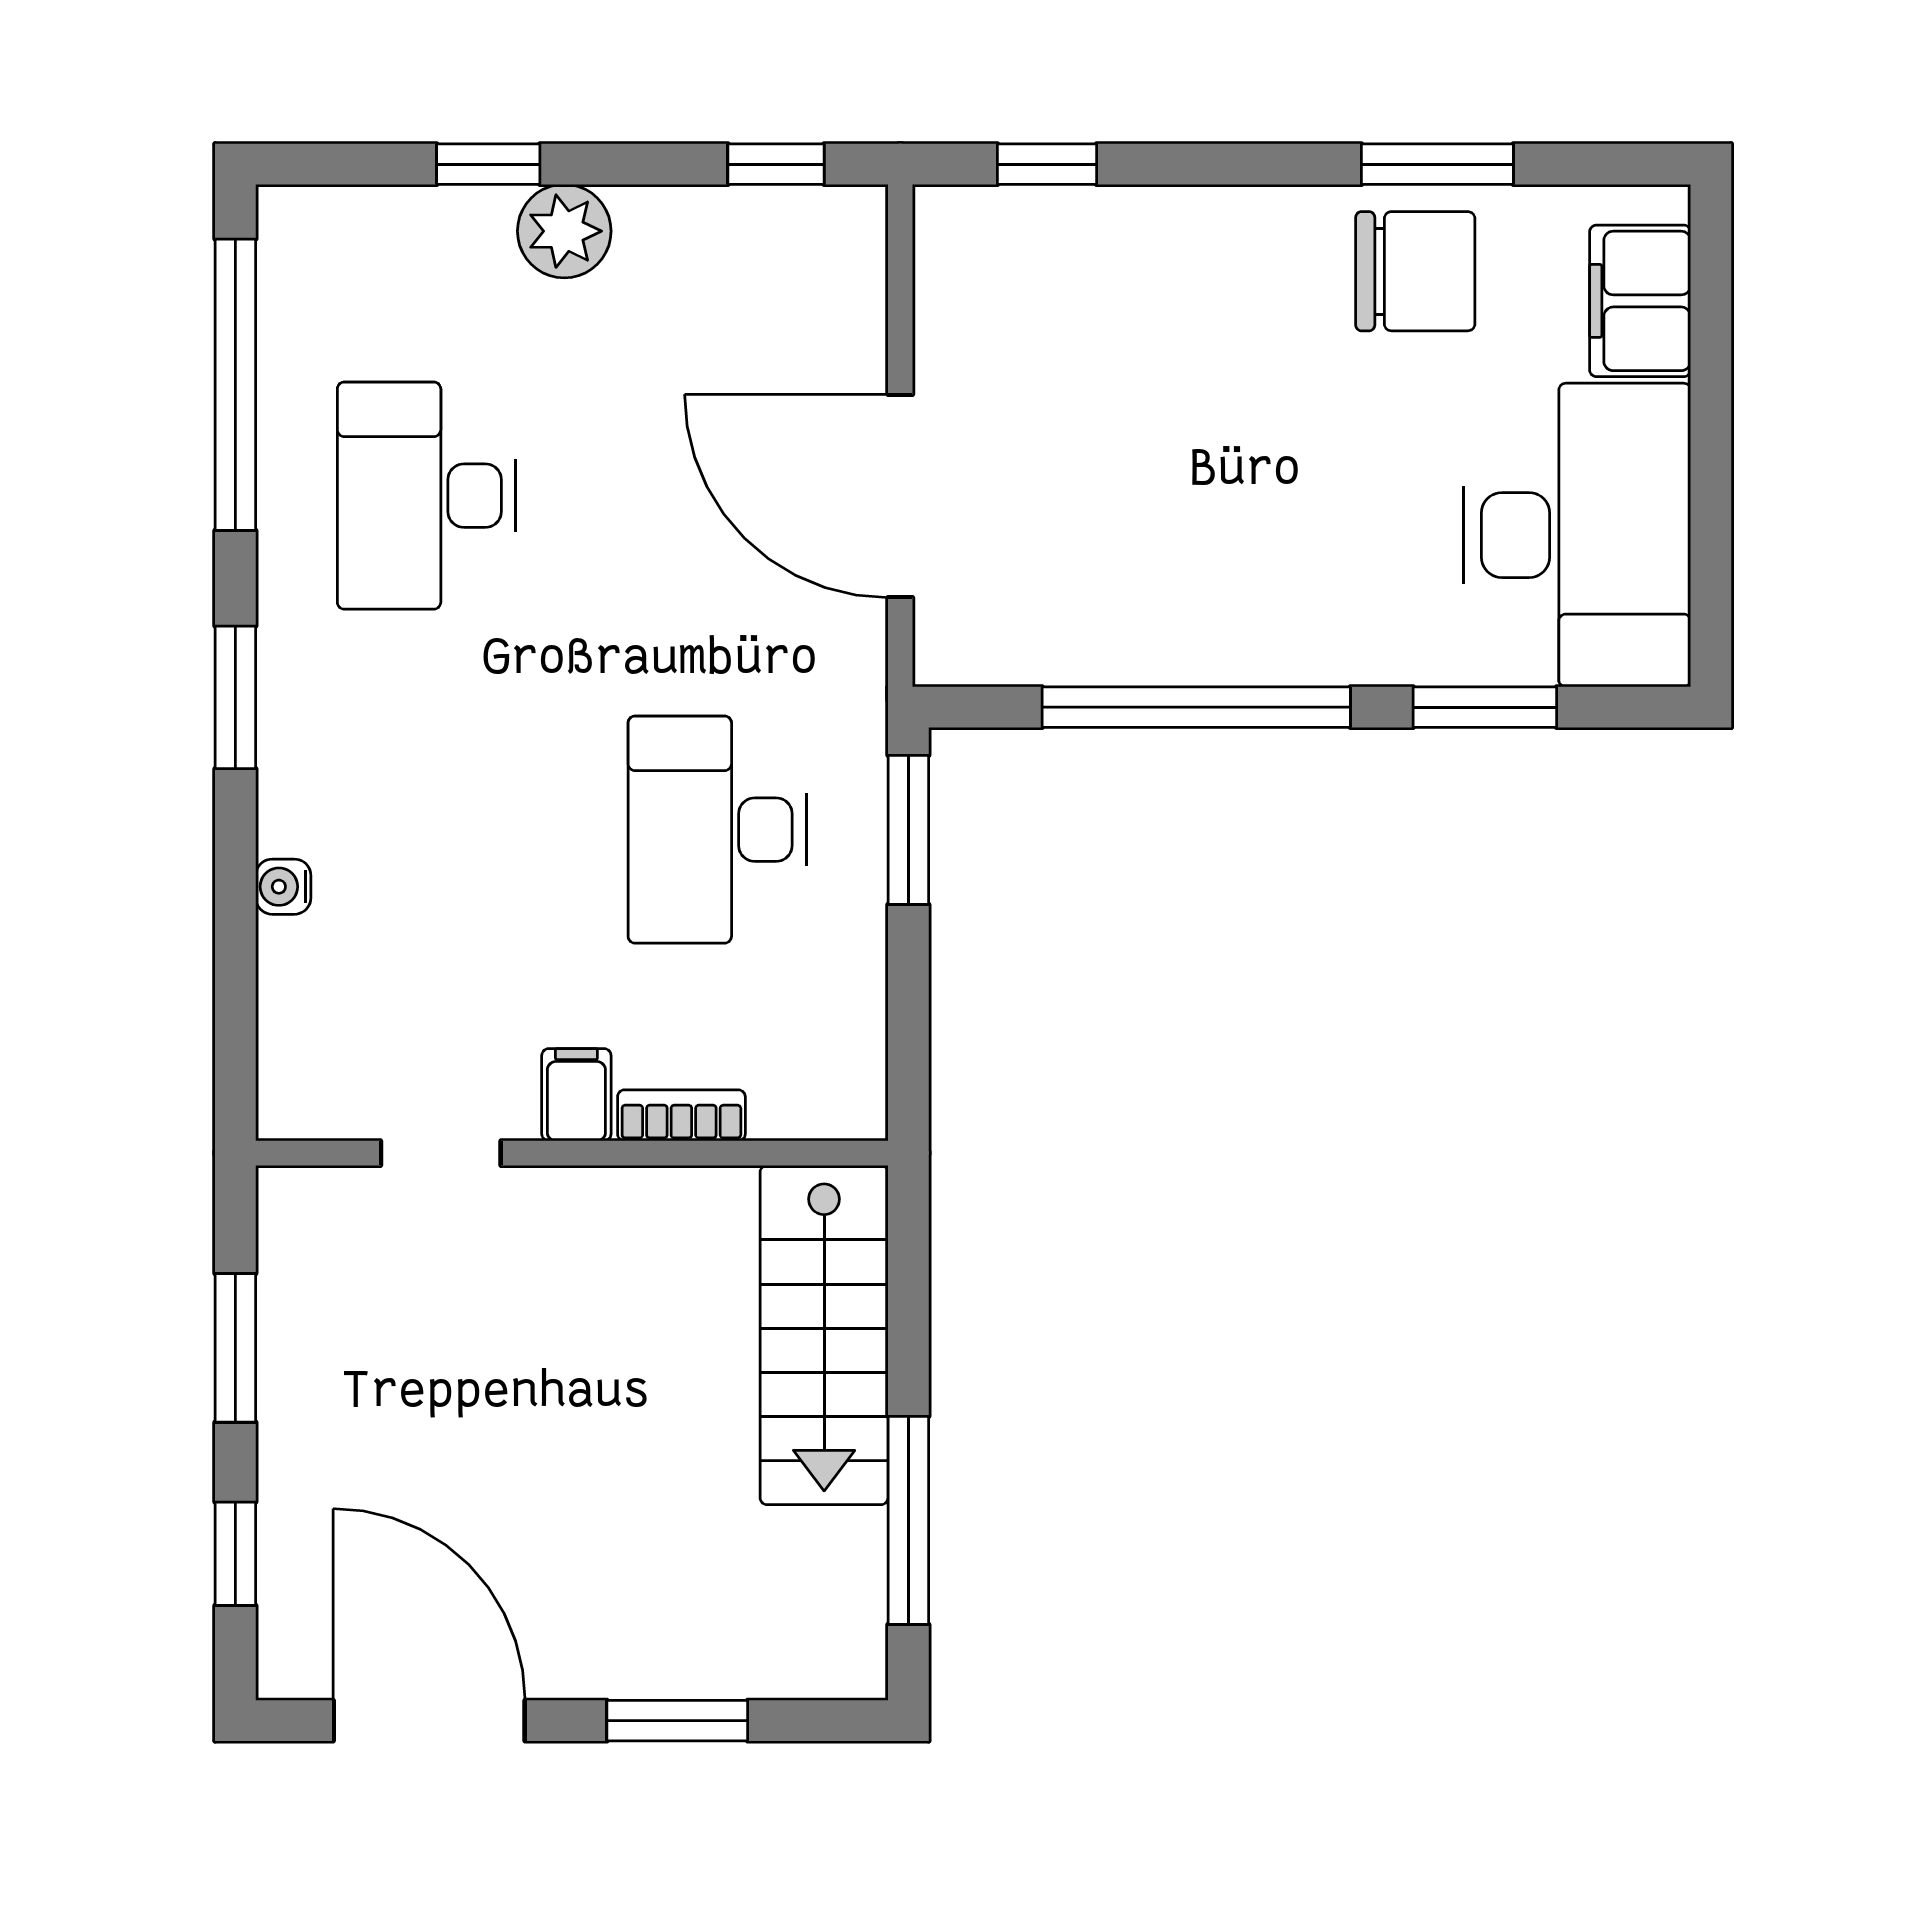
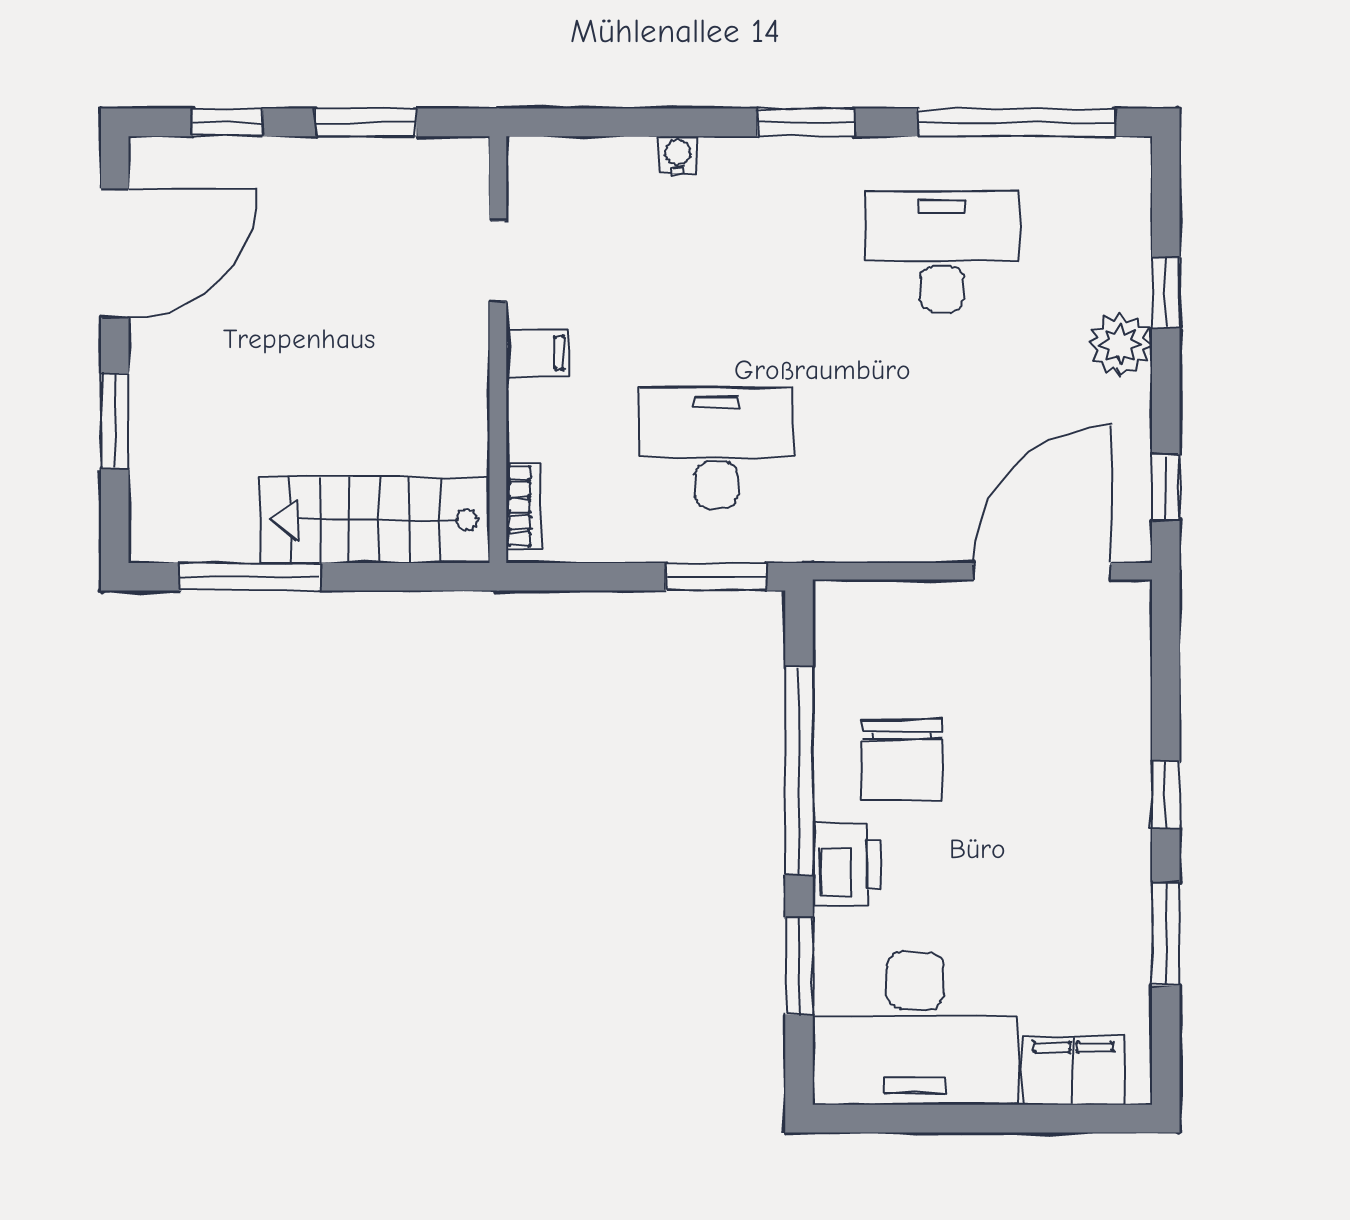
window: (1047, 164) -> (1166, 795), moved
chair: (1415, 271) -> (902, 760), moved
door: (900, 496) -> (1042, 571), moved
printer: (1335, 636) -> (847, 865), added
bookcase: (681, 1115) -> (523, 506), moved

